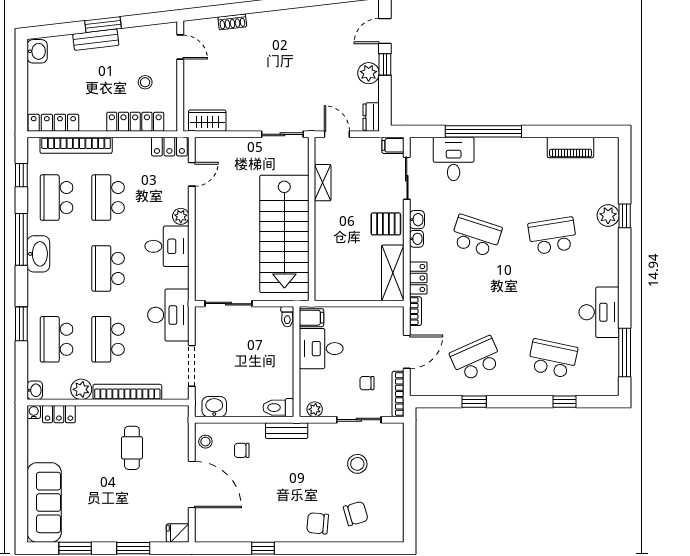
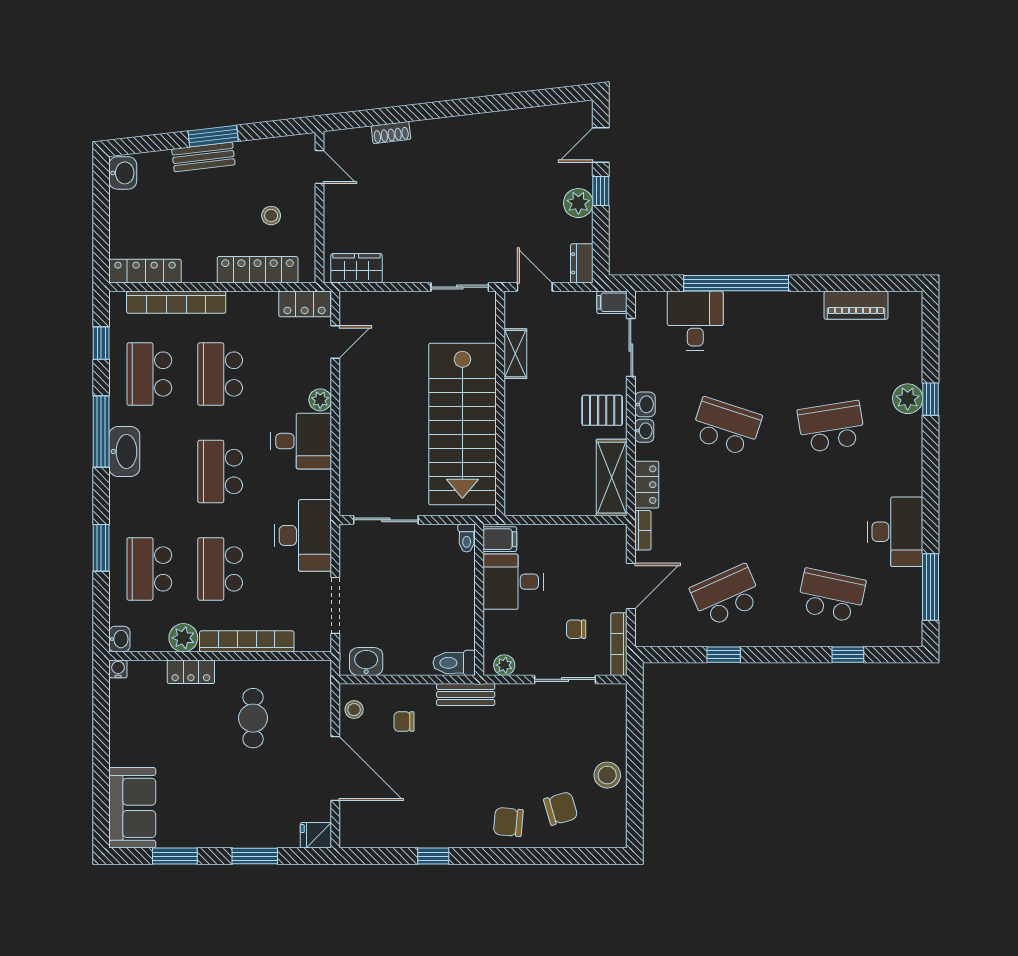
locker: (59, 414) -> (191, 672), moved
stool: (357, 464) -> (607, 775), moved
sofa: (44, 502) -> (132, 808), width x0.73

